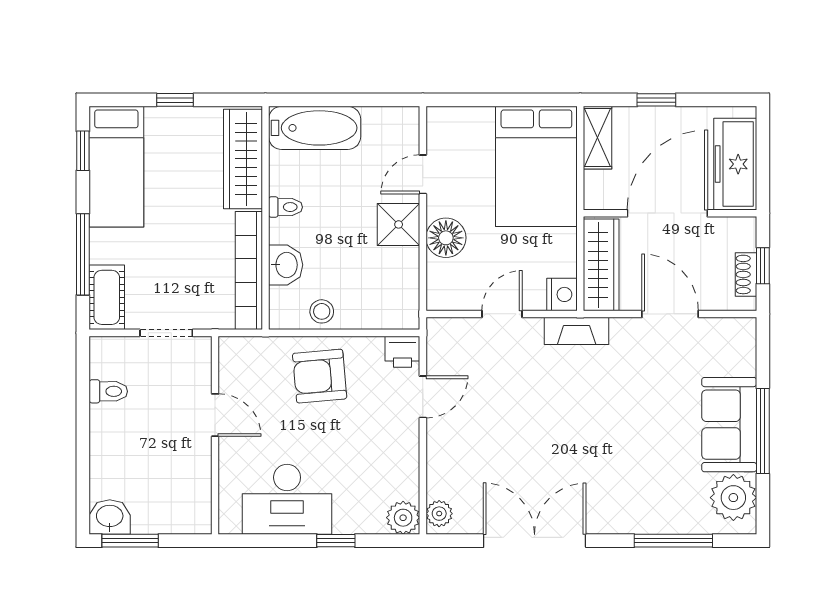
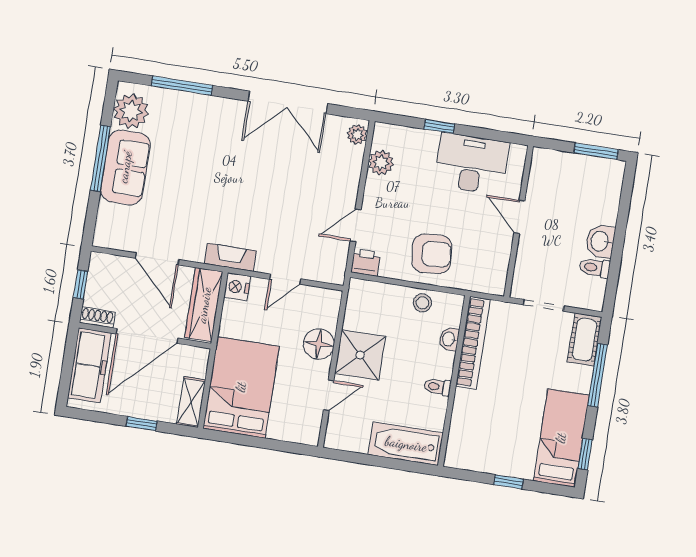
wardrobe: (243, 159) -> (464, 429), removed
shower: (399, 224) -> (360, 355), width x1.36, depth x1.36
washbasin: (286, 265) -> (449, 339), width x0.72, depth x0.69
shoe rack: (746, 274) -> (97, 317), moved, turned -90
door: (215, 415) -> (519, 217), moved
washbasin: (110, 517) -> (600, 241), moved, turned 90
plant: (403, 518) -> (381, 163), moved

